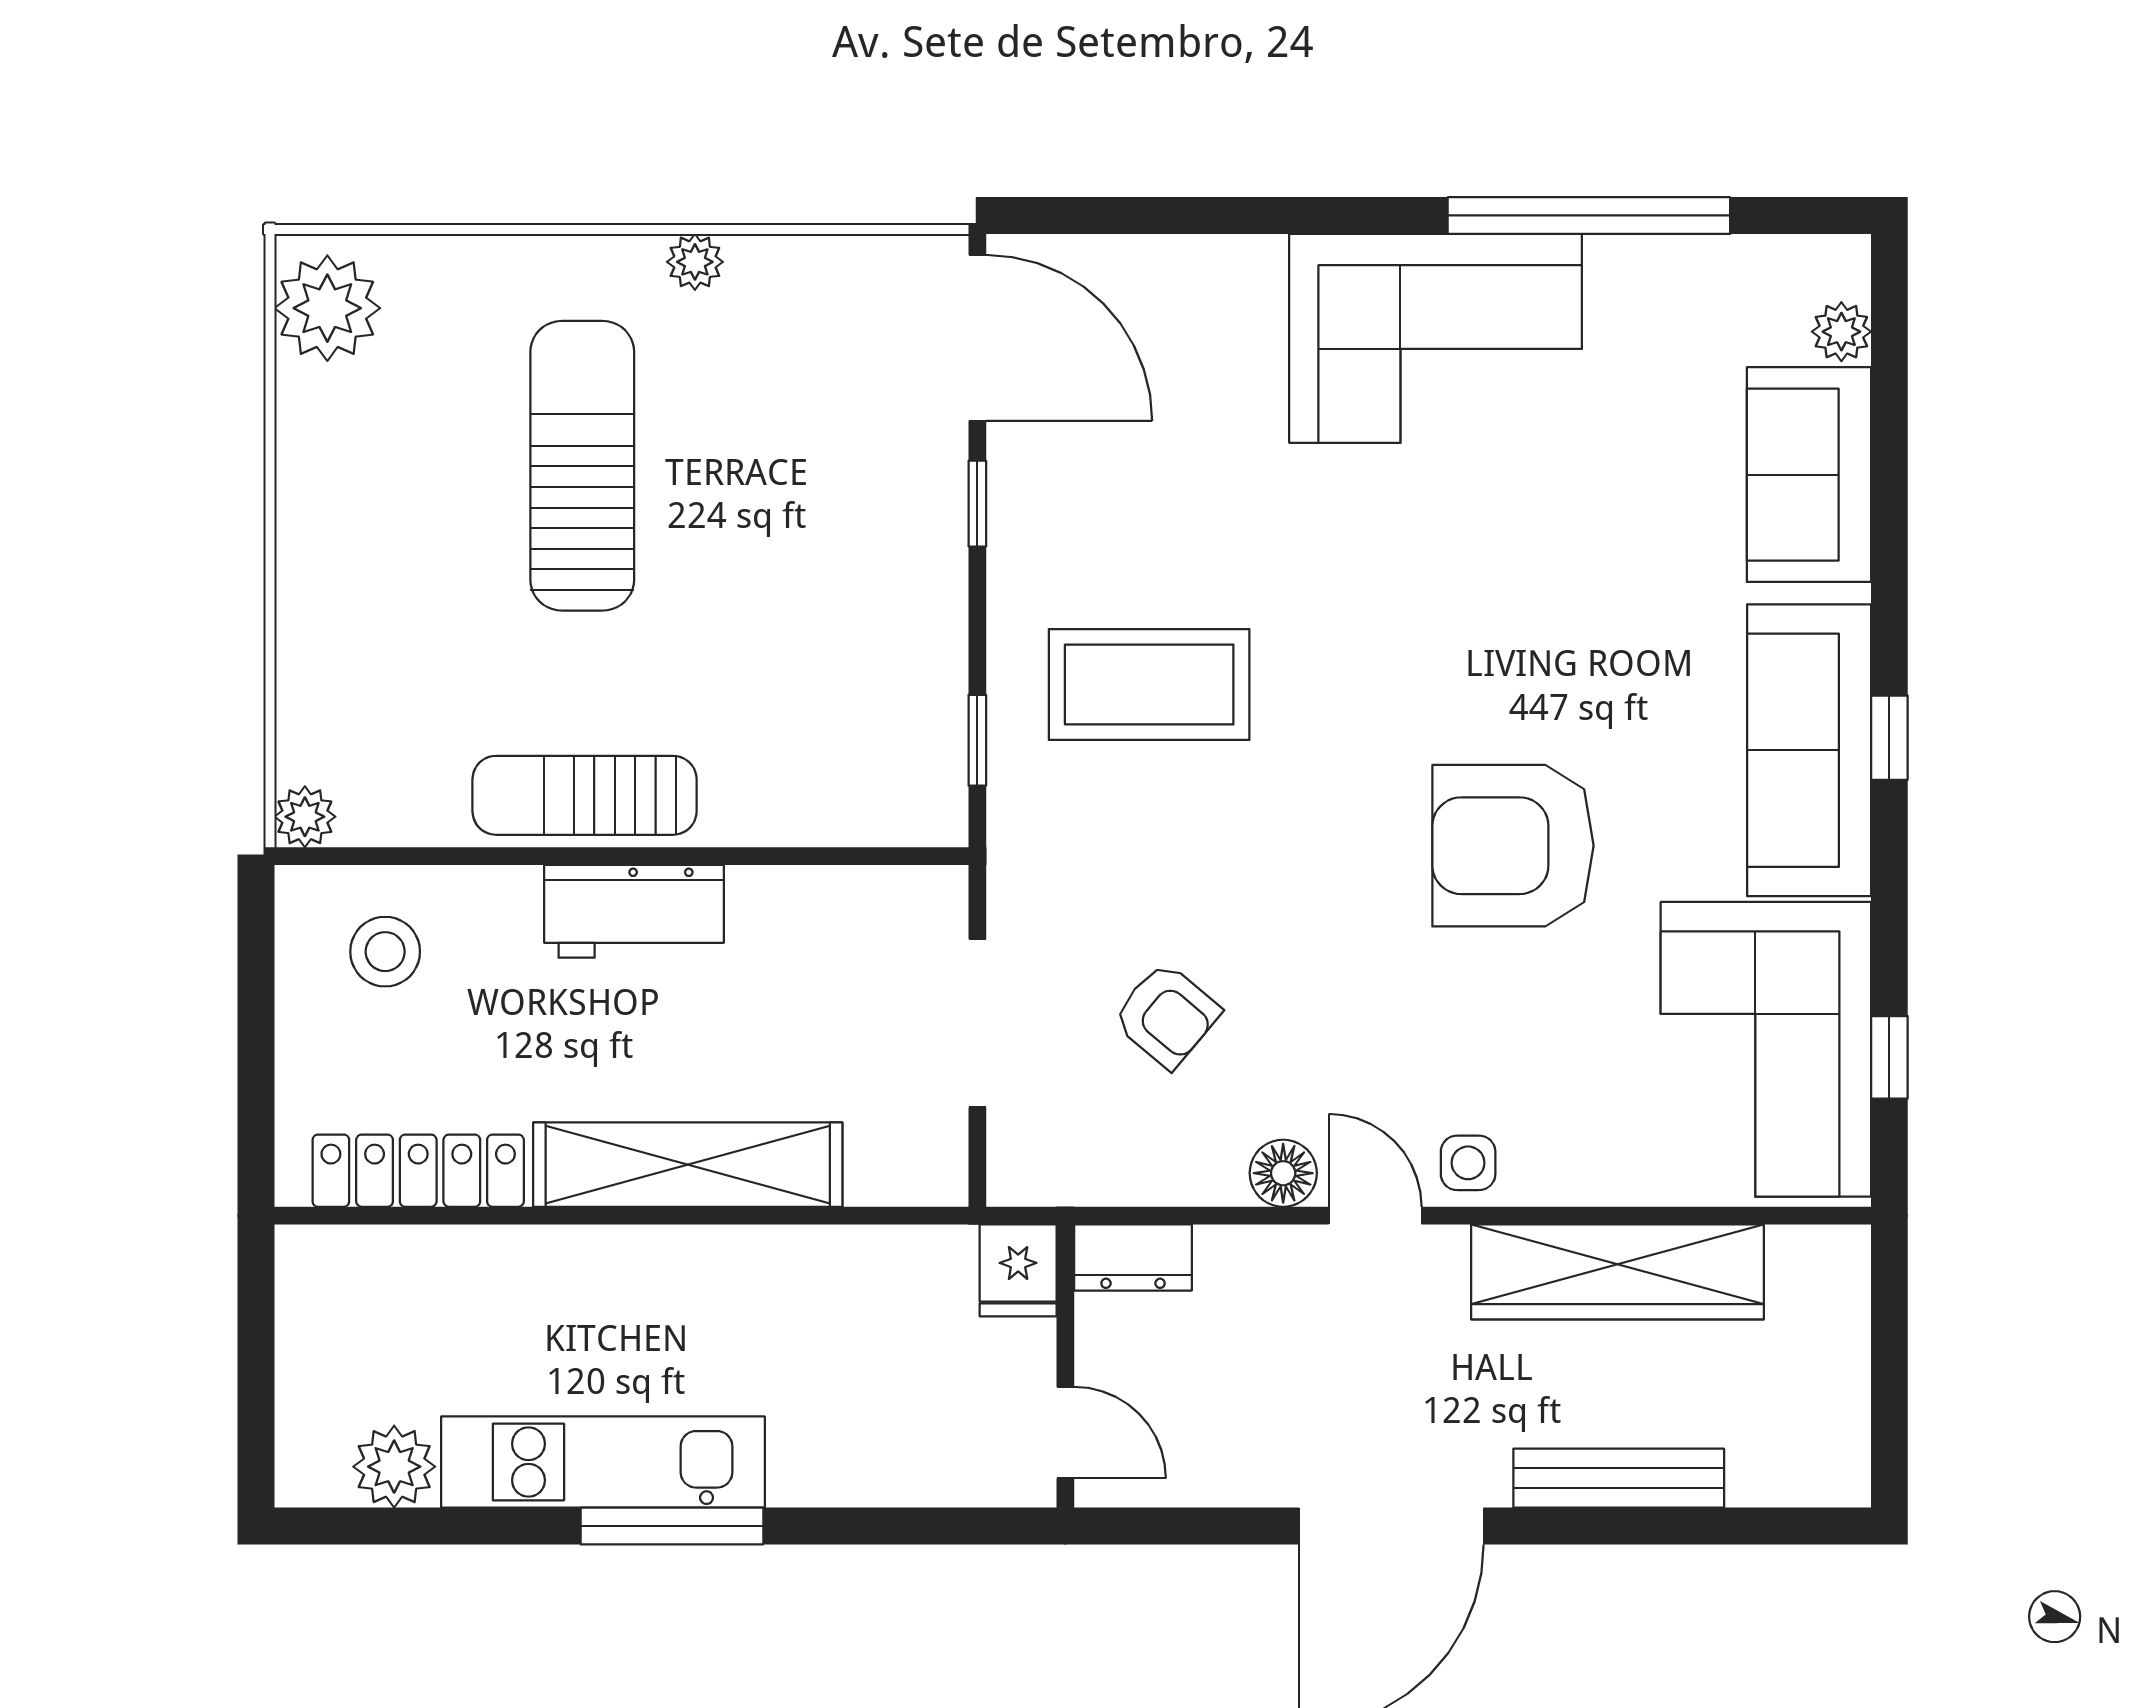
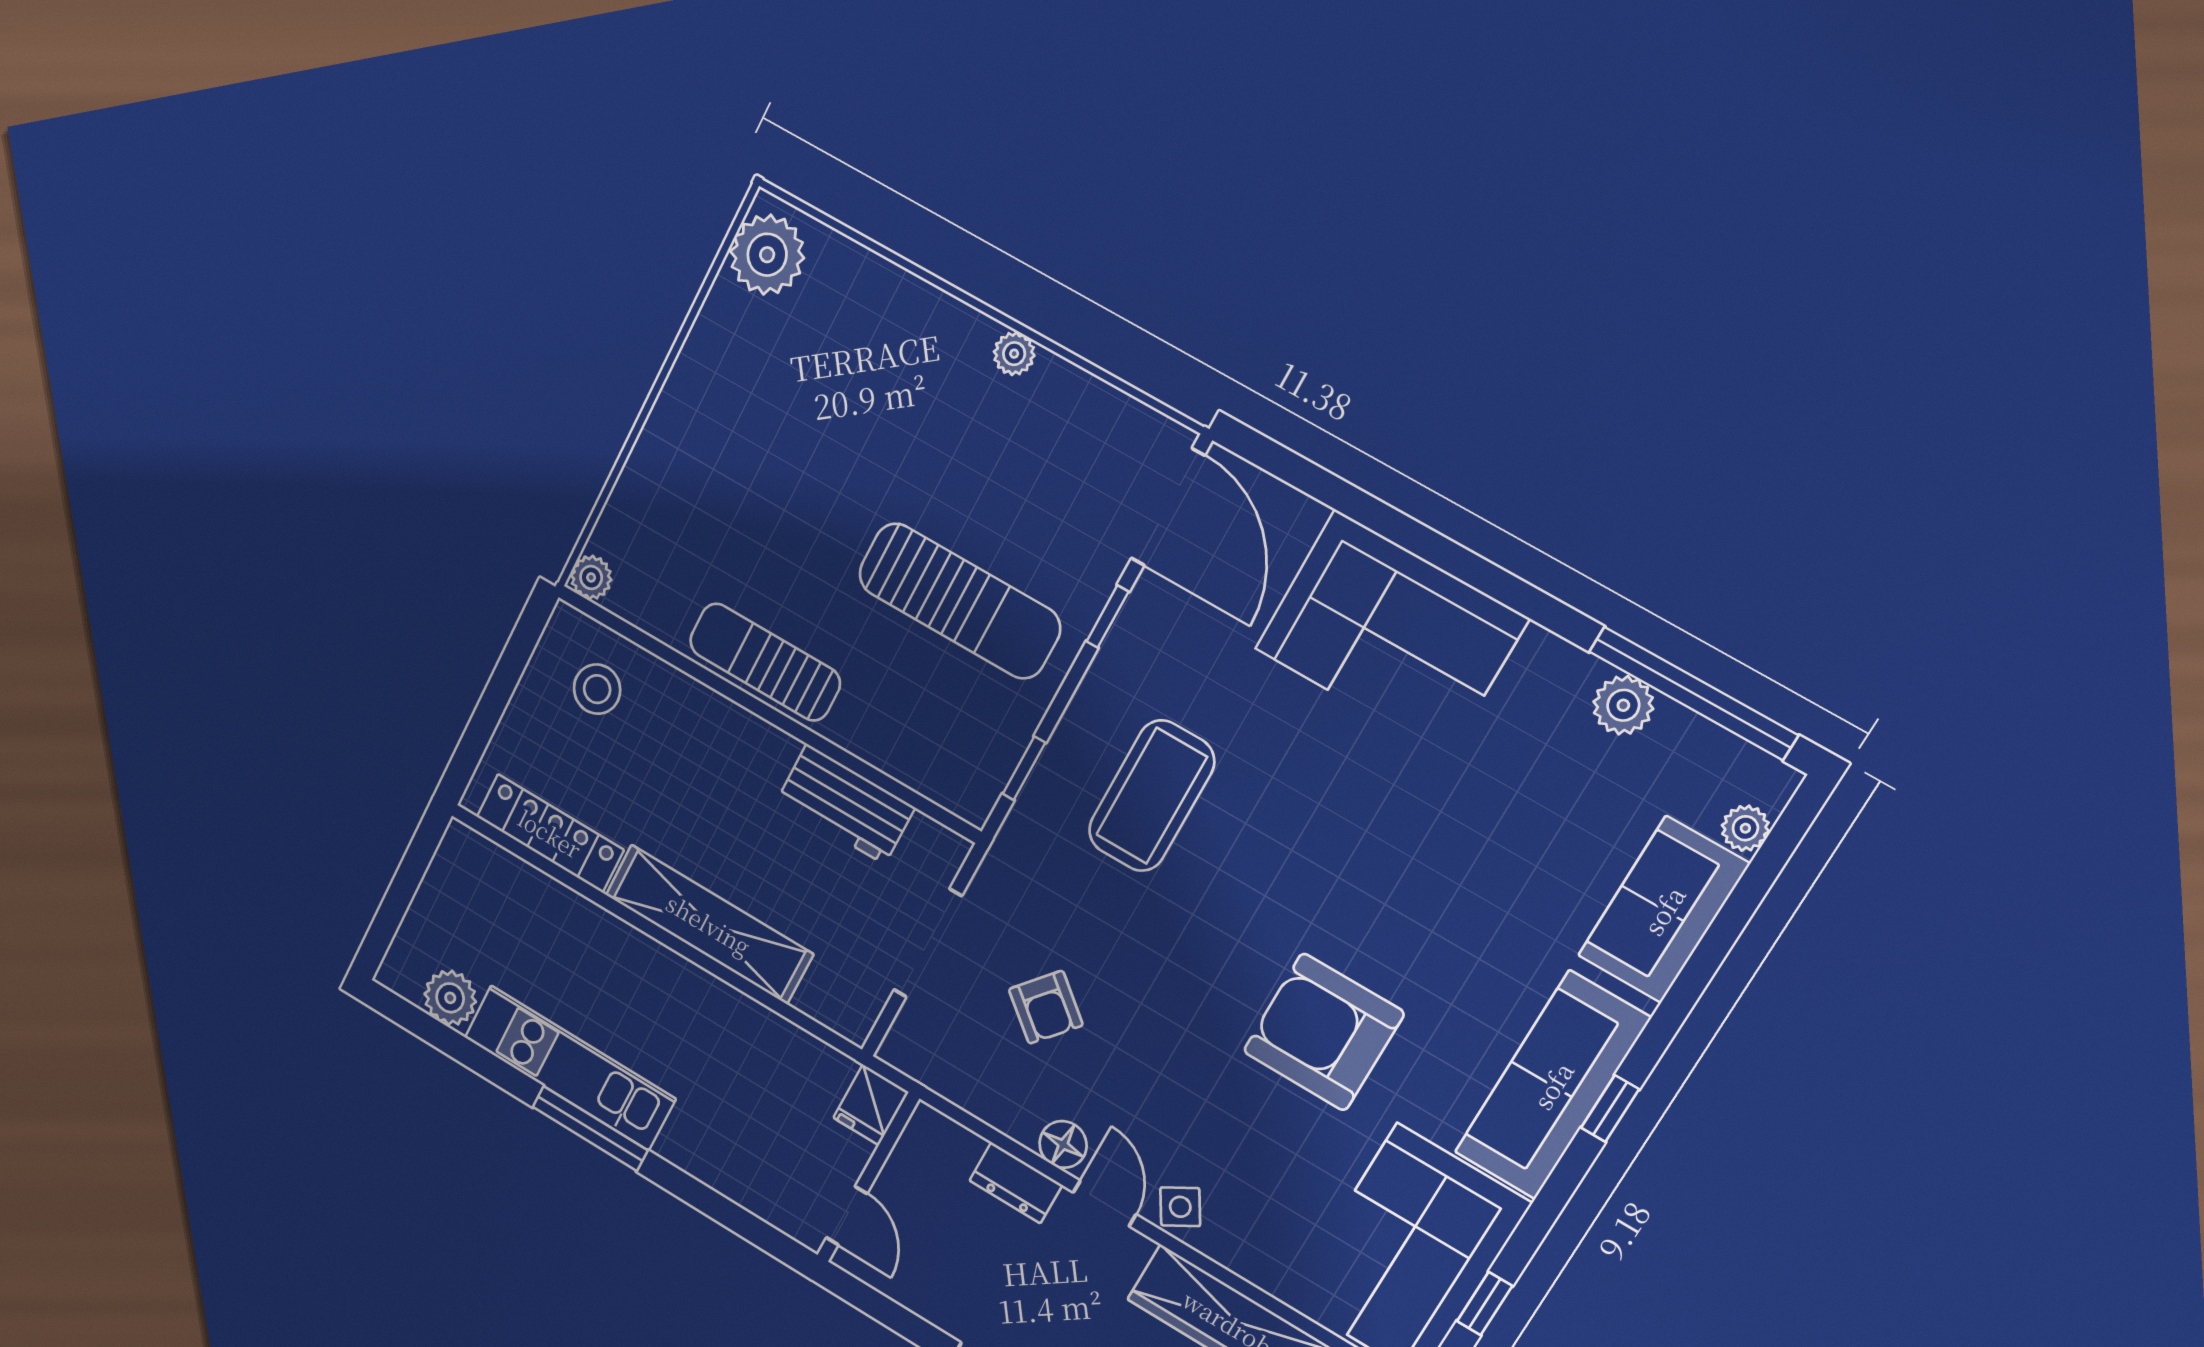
window: (1589, 215) -> (1693, 693), moved
plant: (1626, 272) -> (1623, 705), added
corner sofa: (1436, 338) -> (1391, 634), moved
sun lounger: (582, 466) -> (959, 601), moved, turned 90
coffee table: (1149, 684) -> (1151, 796), turned 90
workbench: (634, 911) -> (846, 804), moved
side table: (1468, 1163) -> (1180, 1207), turned -31
dresser: (1133, 1257) -> (1016, 1183), moved

